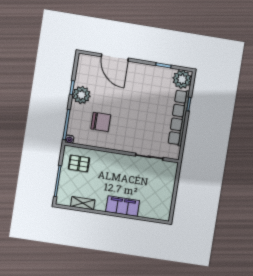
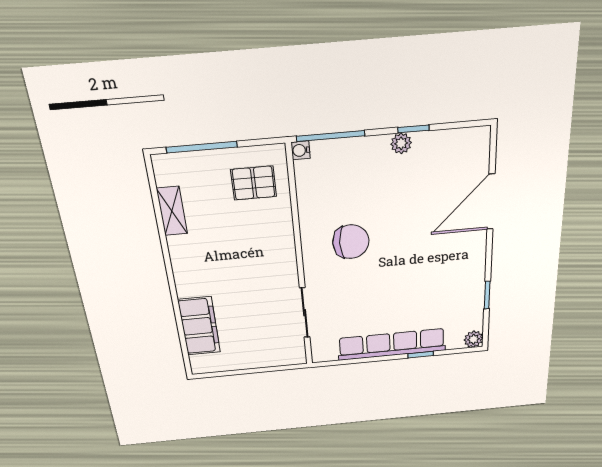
plant: (182, 79) -> (474, 339), width x0.53, depth x0.53
plant: (81, 95) -> (401, 143), width x0.53, depth x0.53
chair: (101, 122) -> (351, 242), moved, turned -90
pallet: (79, 163) -> (254, 183), turned 90
filing cabinet: (123, 206) -> (199, 326), moved

